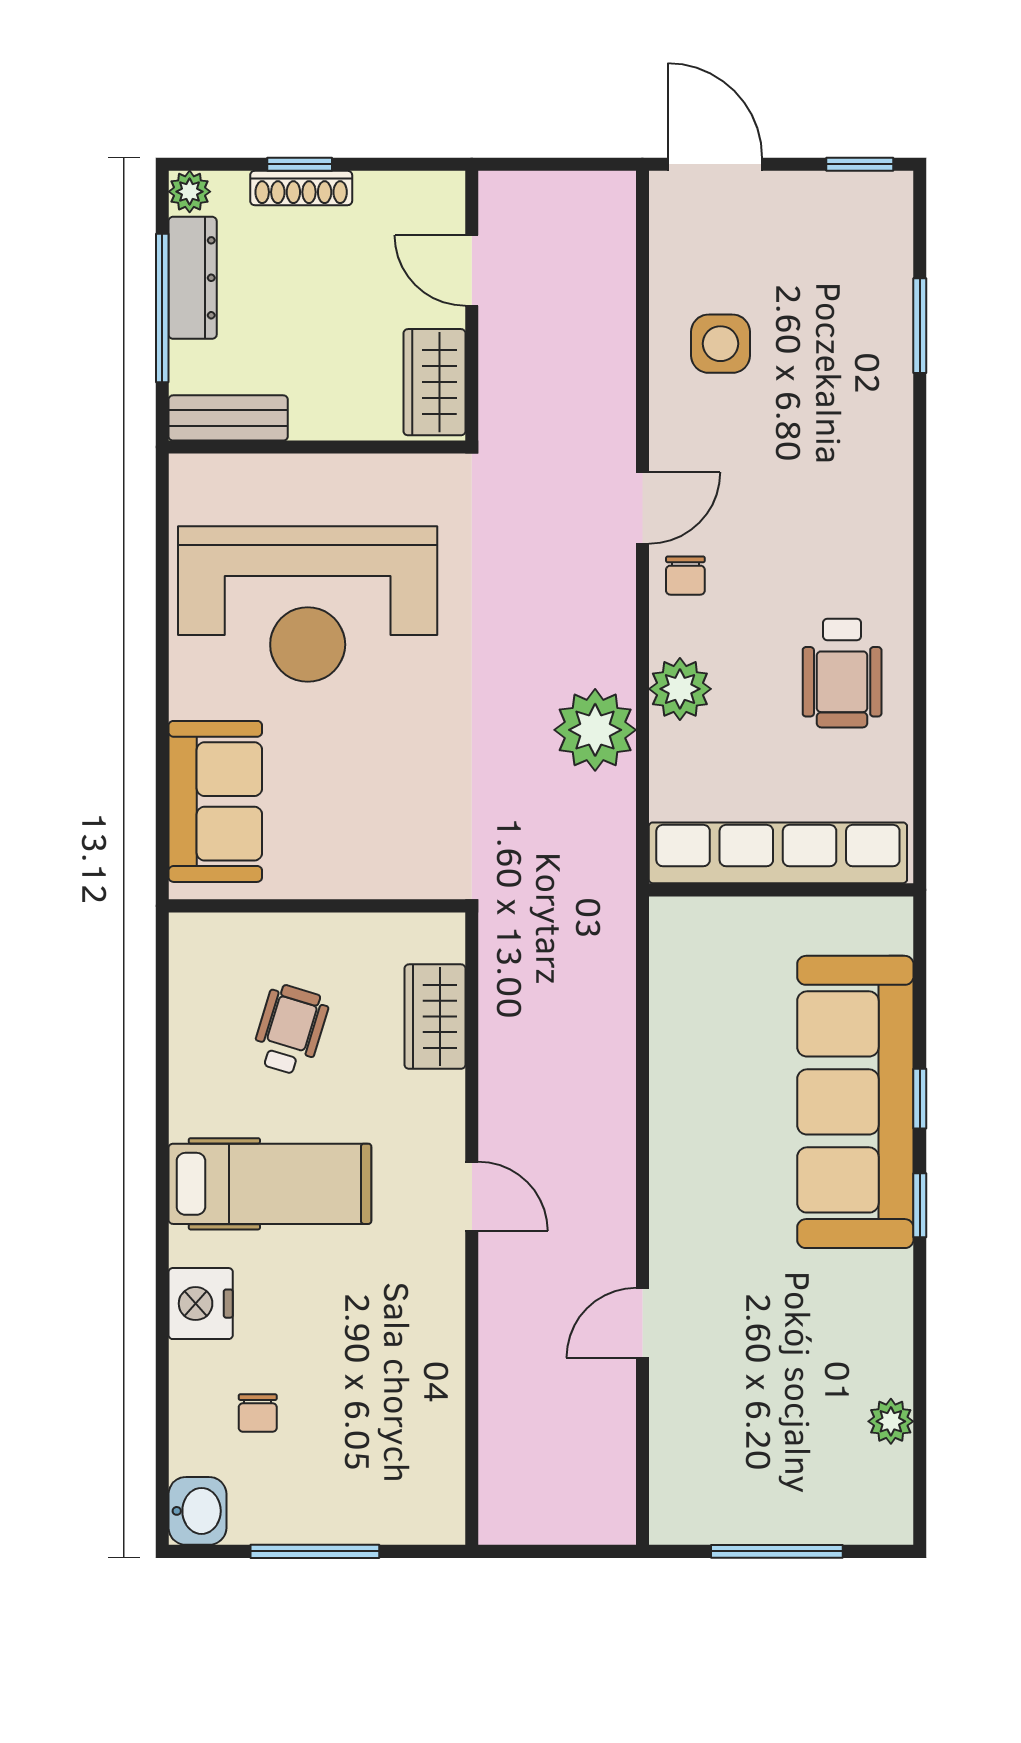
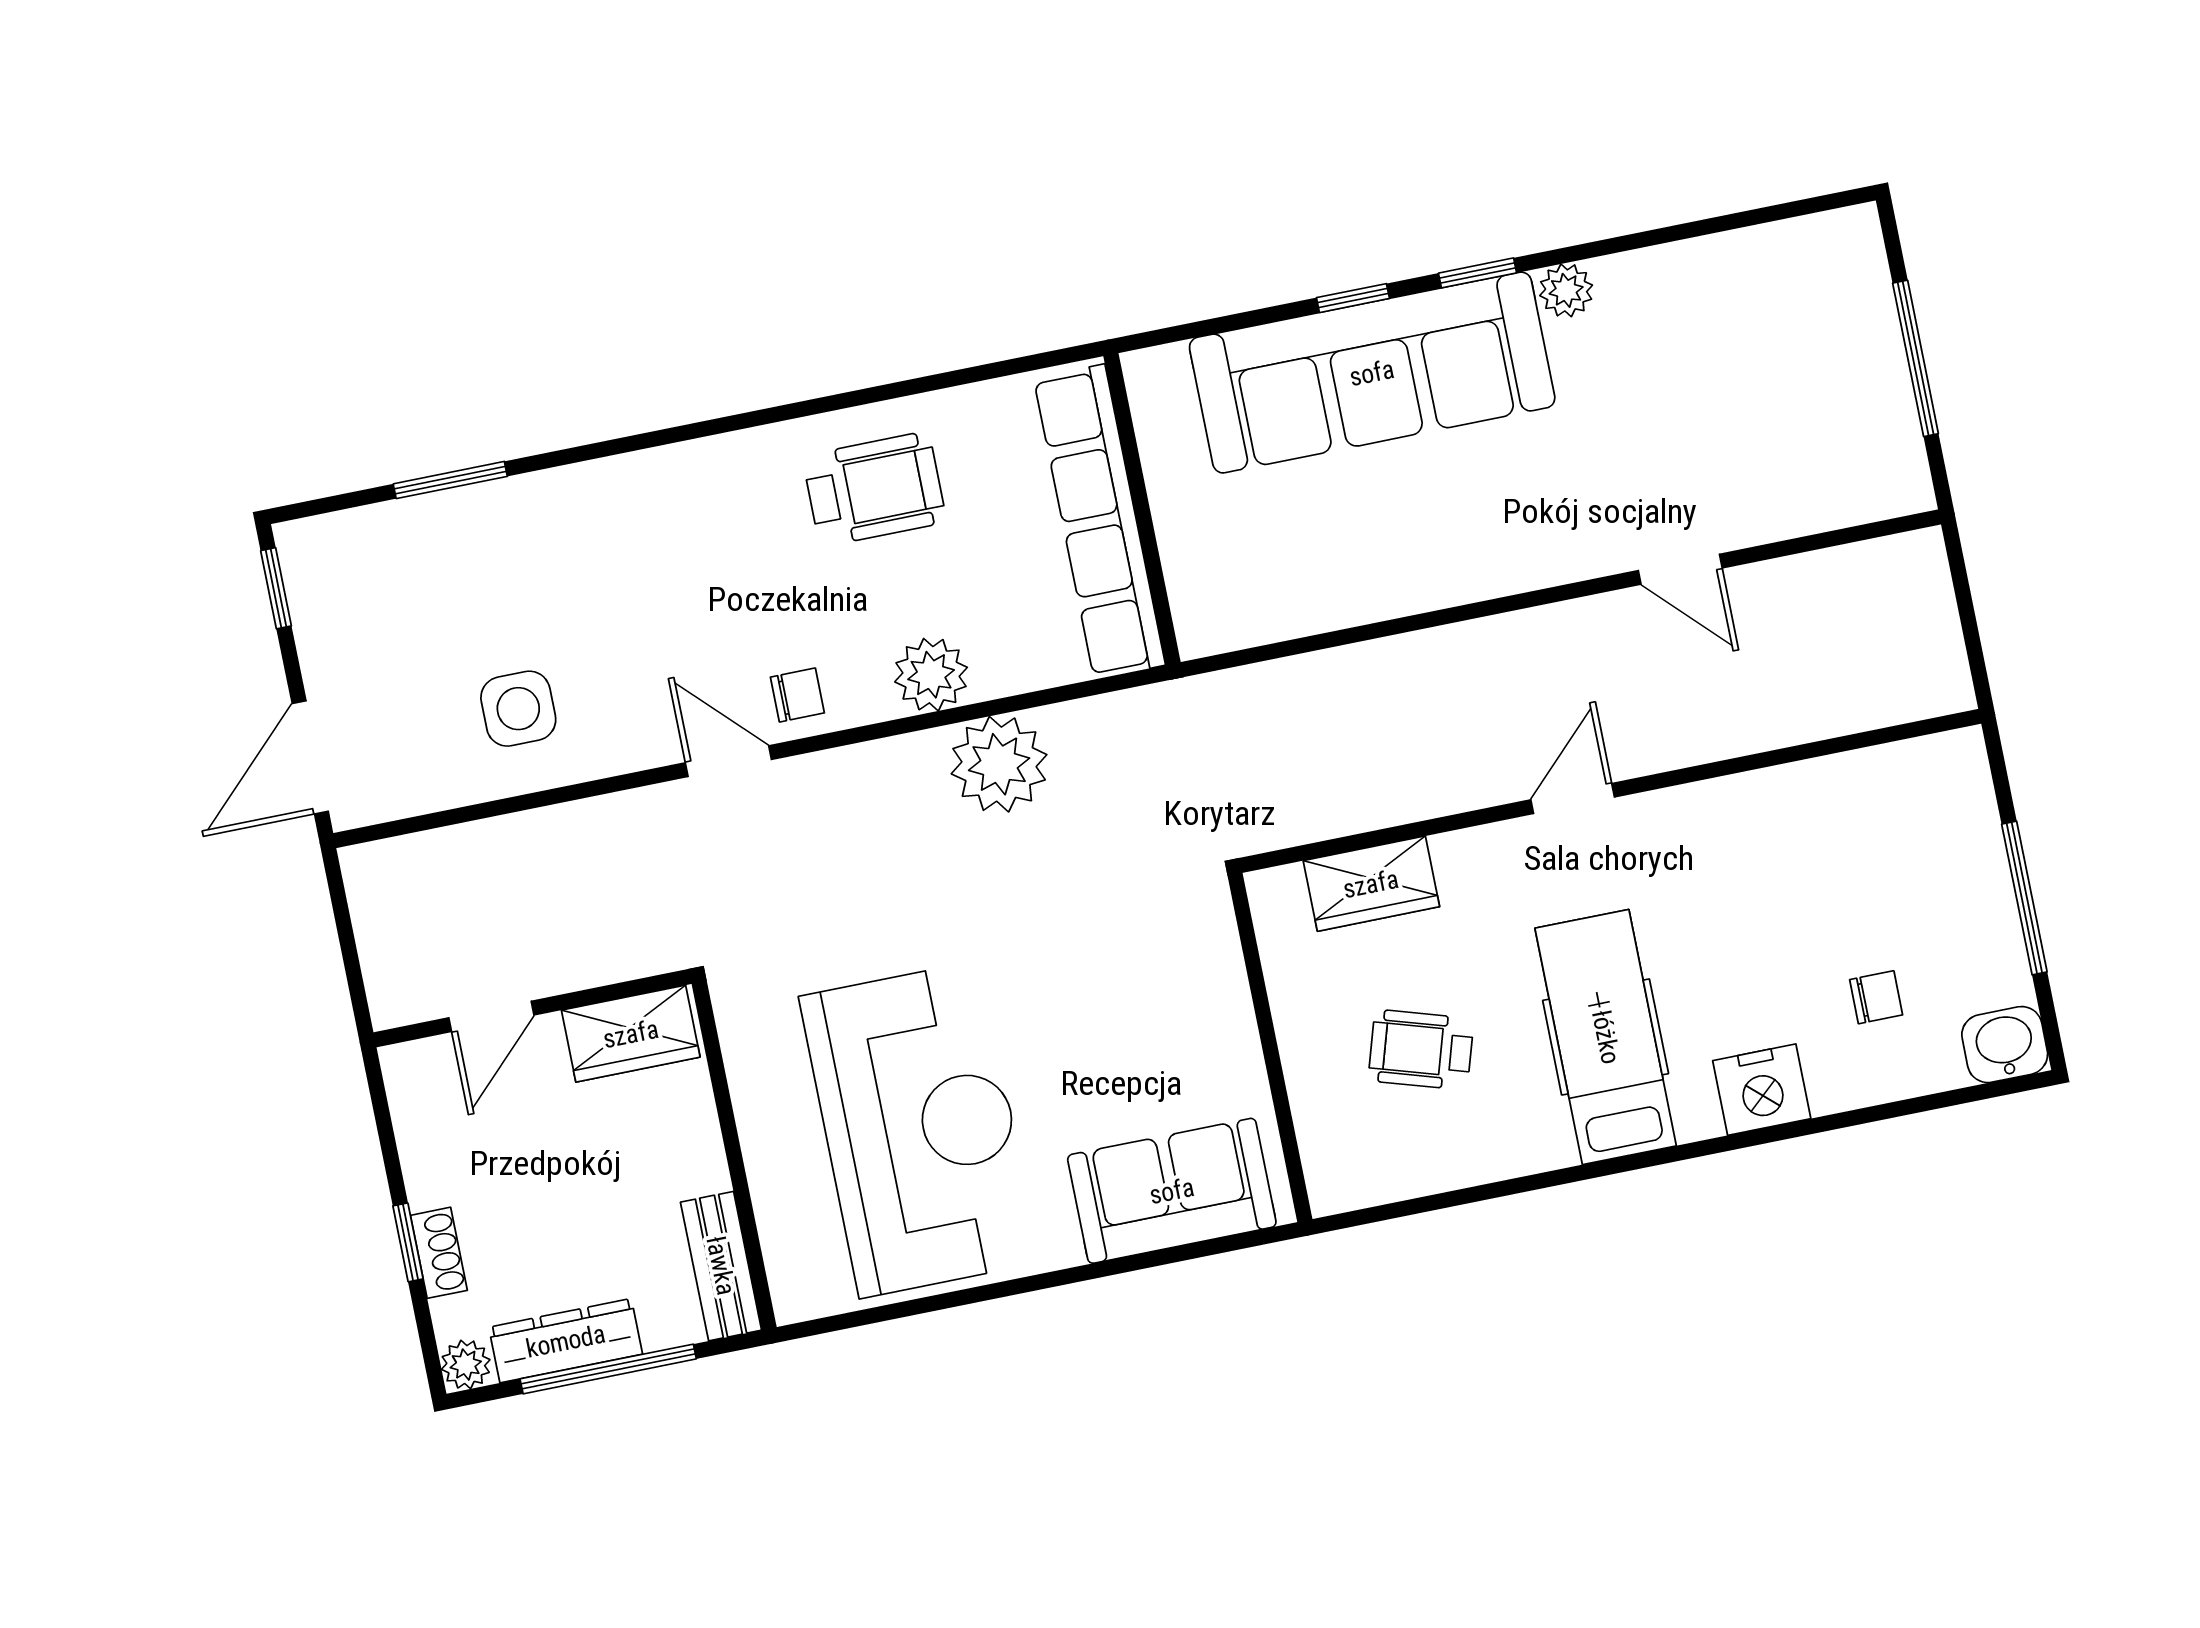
shoe rack: (301, 188) -> (439, 1253), width x0.70
plant: (891, 1421) -> (1566, 290), moved

